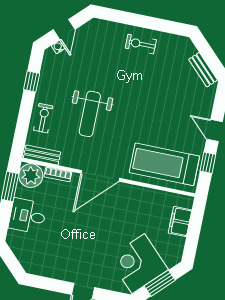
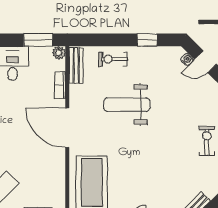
exercise bike: (43, 118) -> (113, 59), turned 180
plant: (31, 176) -> (59, 53), width x0.53, depth x0.53

